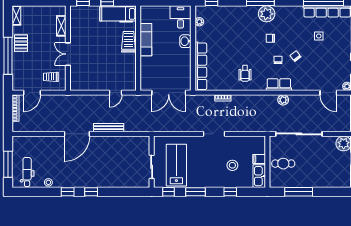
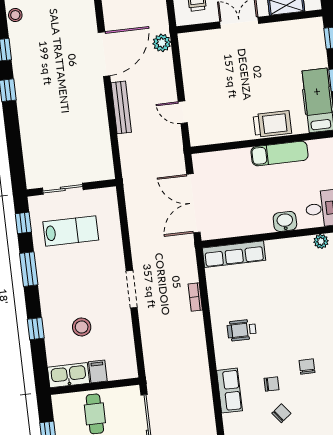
row of seats: (201, 66) -> (234, 254), width x0.73
plant: (283, 100) -> (162, 43), moved
door: (77, 134) -> (104, 54), swing flipped
lab bench: (176, 165) -> (71, 231), width x0.73, depth x0.72

